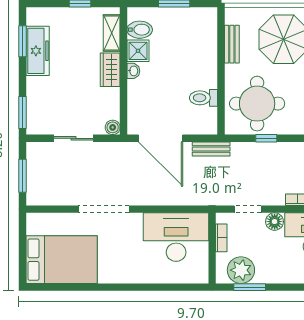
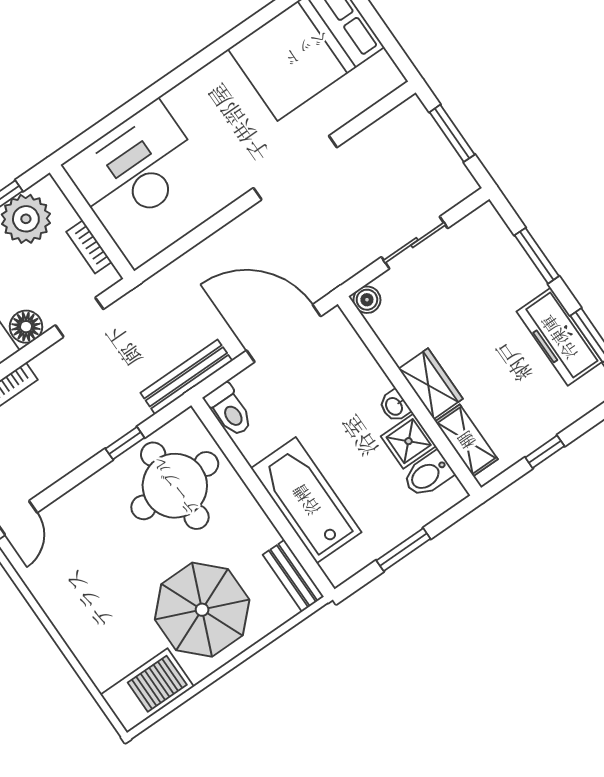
bench: (232, 44) -> (293, 576), moved
bathtub: (202, 56) -> (306, 500), added
toilet: (203, 98) -> (229, 410), moved, turned 90
window: (22, 113) -> (537, 256), moved
bench: (211, 149) -> (186, 377), width x1.36
desk: (176, 237) -> (135, 168), moved, turned 180

